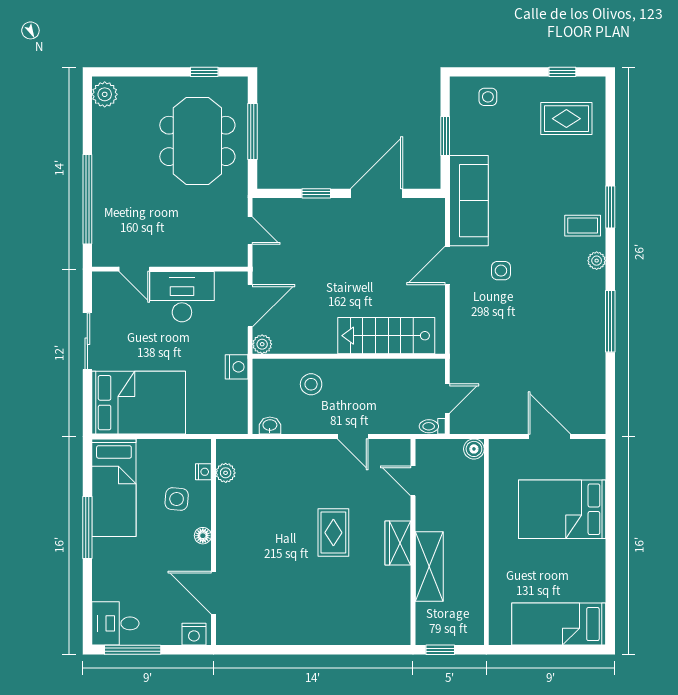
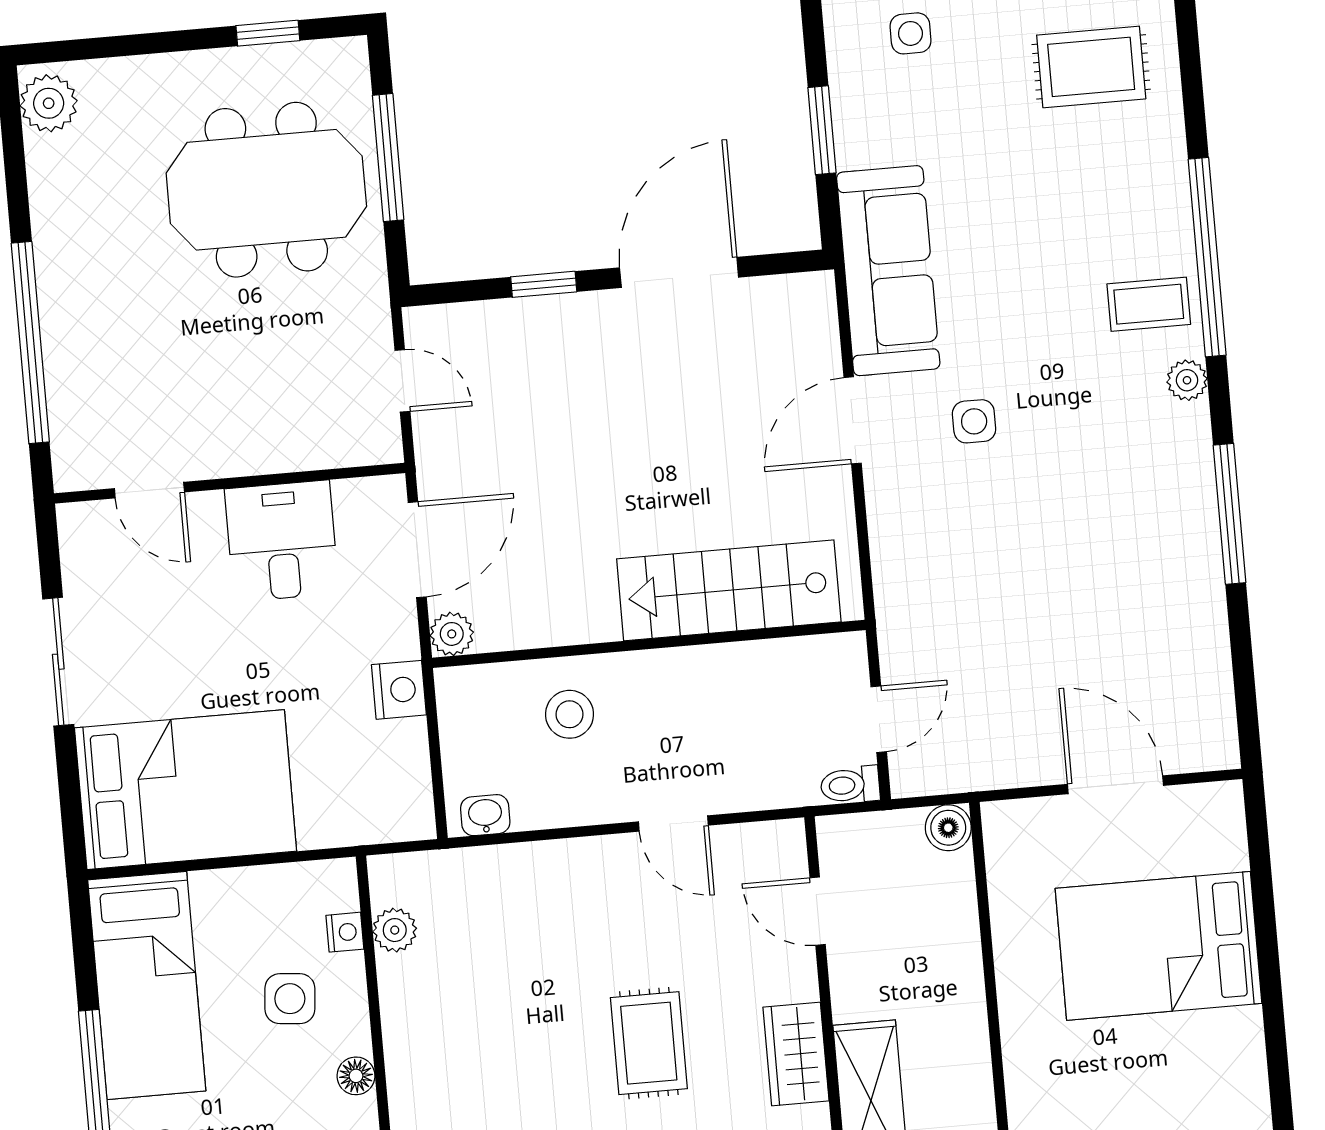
meeting table: (197, 141) -> (266, 190), turned 90
window: (610, 207) -> (1207, 257), width x2.11
desk: (182, 297) -> (282, 541), width x0.73

